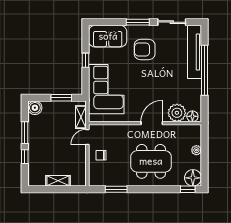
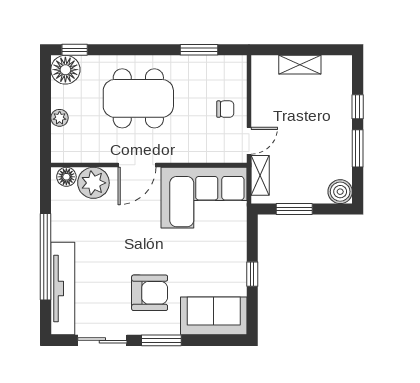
corner sofa: (106, 89) -> (204, 198), moved, turned -90

